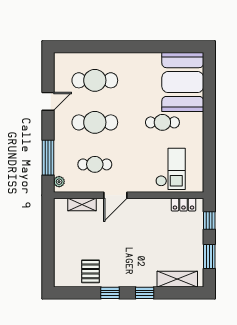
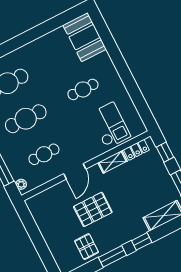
booth: (183, 82) -> (85, 37), width x0.73, depth x0.70
shelving: (82, 204) -> (113, 162), moved
pallet: (114, 240) -> (93, 209), added
window: (110, 293) -> (112, 256), width x1.50

